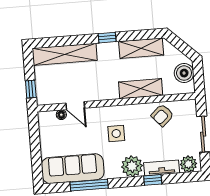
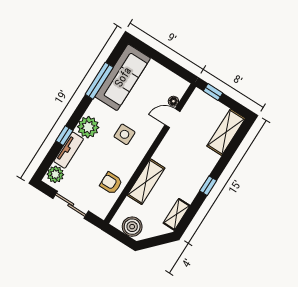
shelving: (141, 48) -> (177, 214), width x0.67, depth x0.75
shelving: (65, 54) -> (226, 132), width x0.68
armchair: (162, 115) -> (111, 183), turned -48

